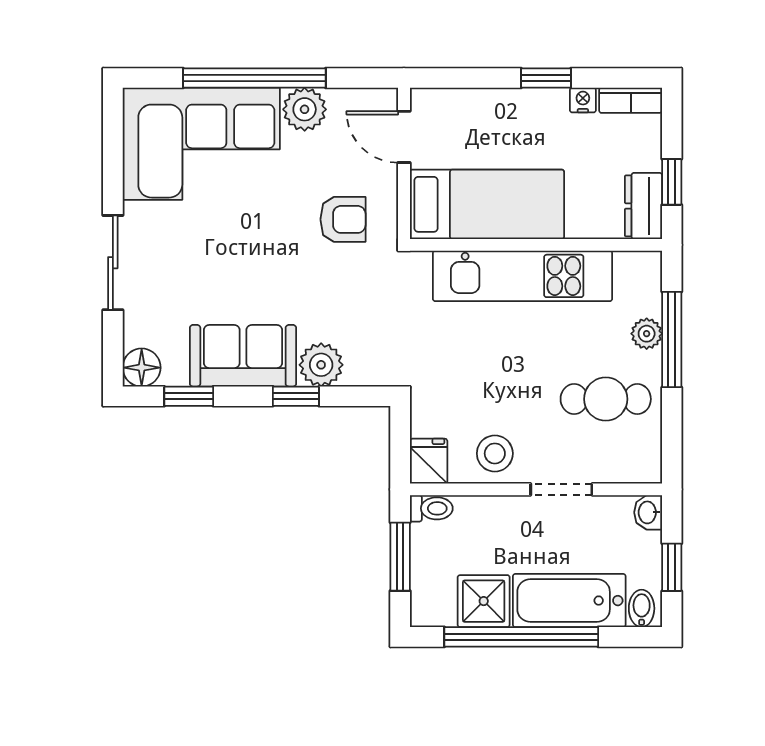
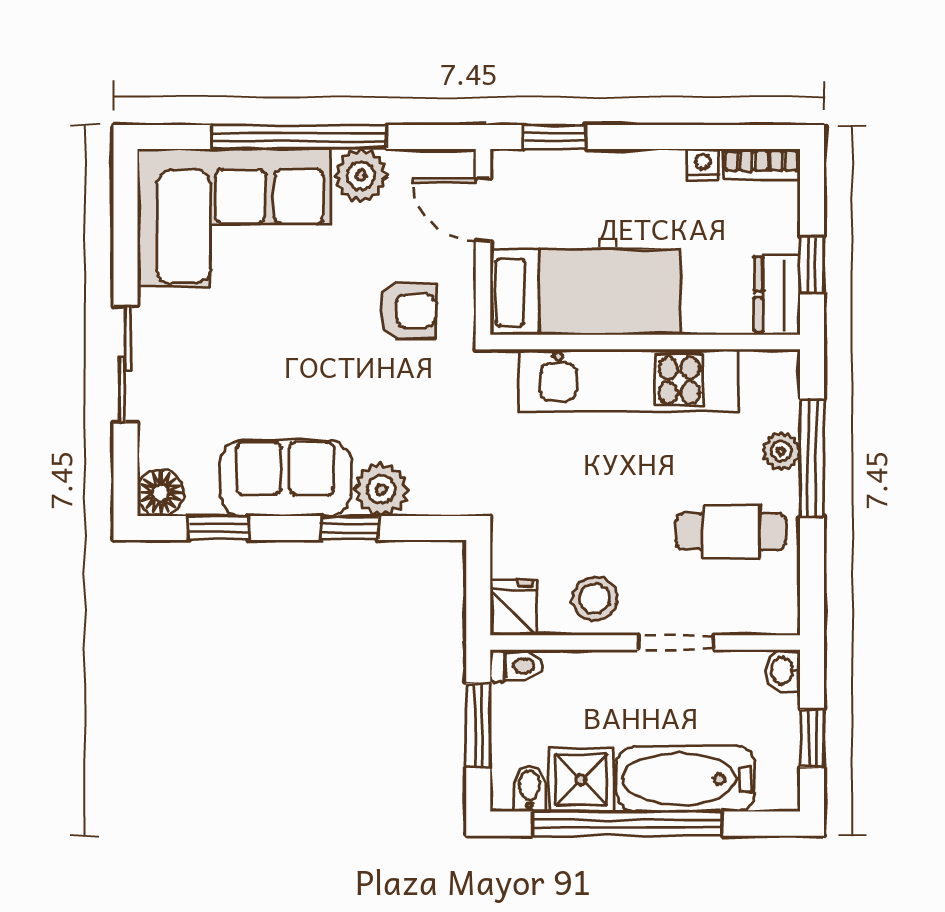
window: (546, 78) -> (555, 137), moved
bidet: (642, 608) -> (529, 789), moved

